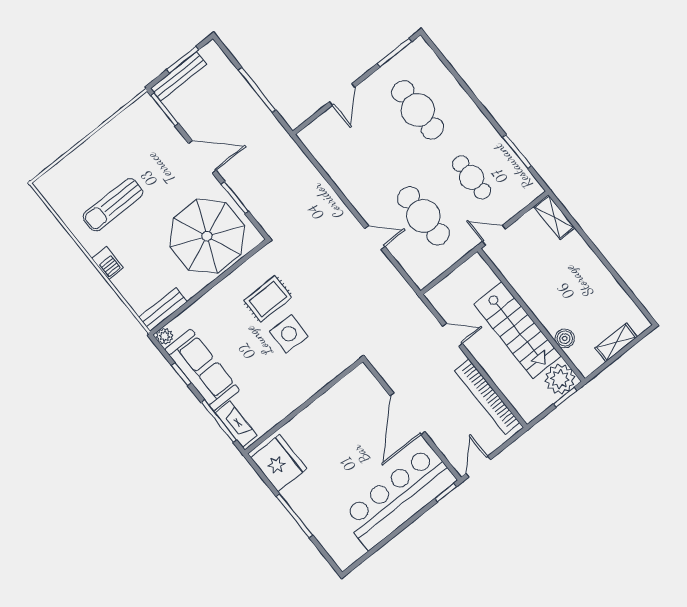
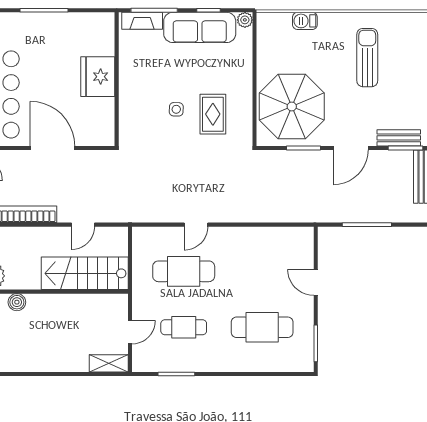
door: (494, 235) -> (130, 332), moved
barbecue: (108, 263) -> (305, 21), moved
bench: (163, 309) -> (399, 138), moved, turned 90
stairs: (517, 330) -> (85, 273), moved
side table: (289, 334) -> (176, 109), width x0.54, depth x0.54
fridge: (279, 463) -> (98, 77), moved, turned 90

